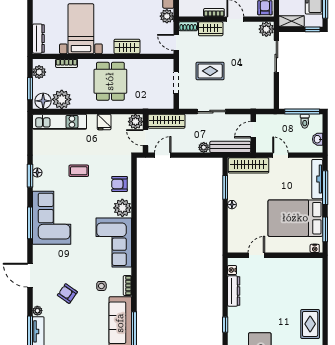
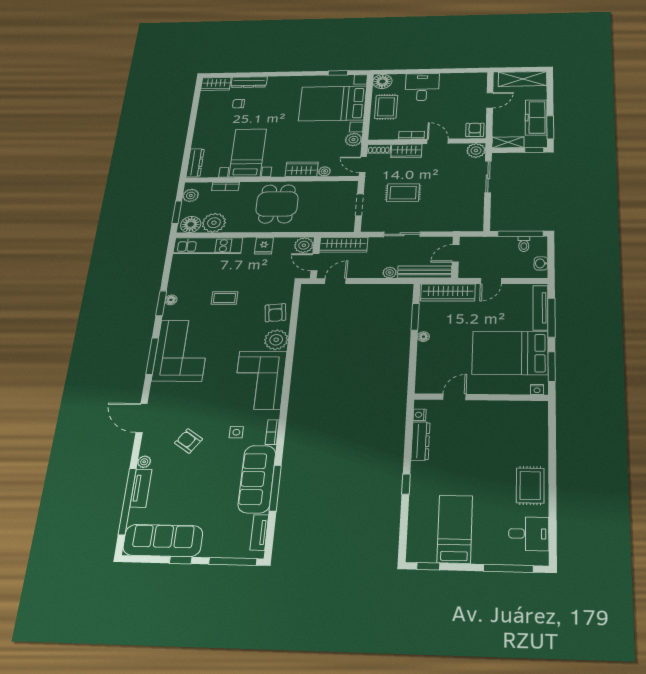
plant: (146, 49) -> (324, 171), added
door: (280, 155) -> (491, 281), swing flipped
armchair: (119, 184) -> (275, 313), turned -96

